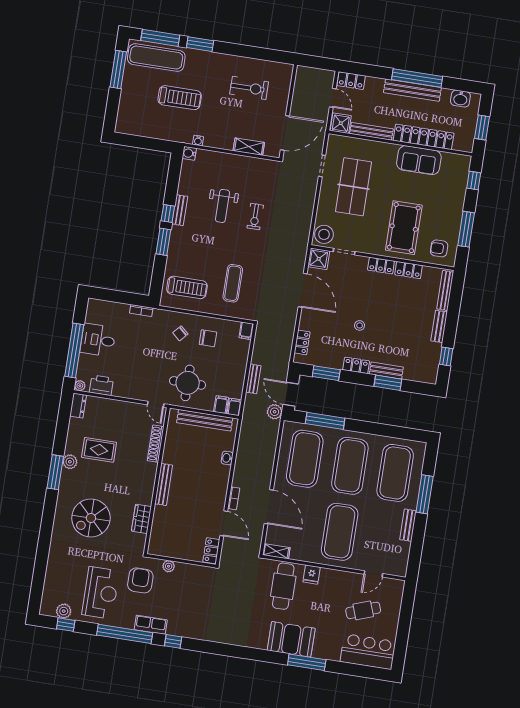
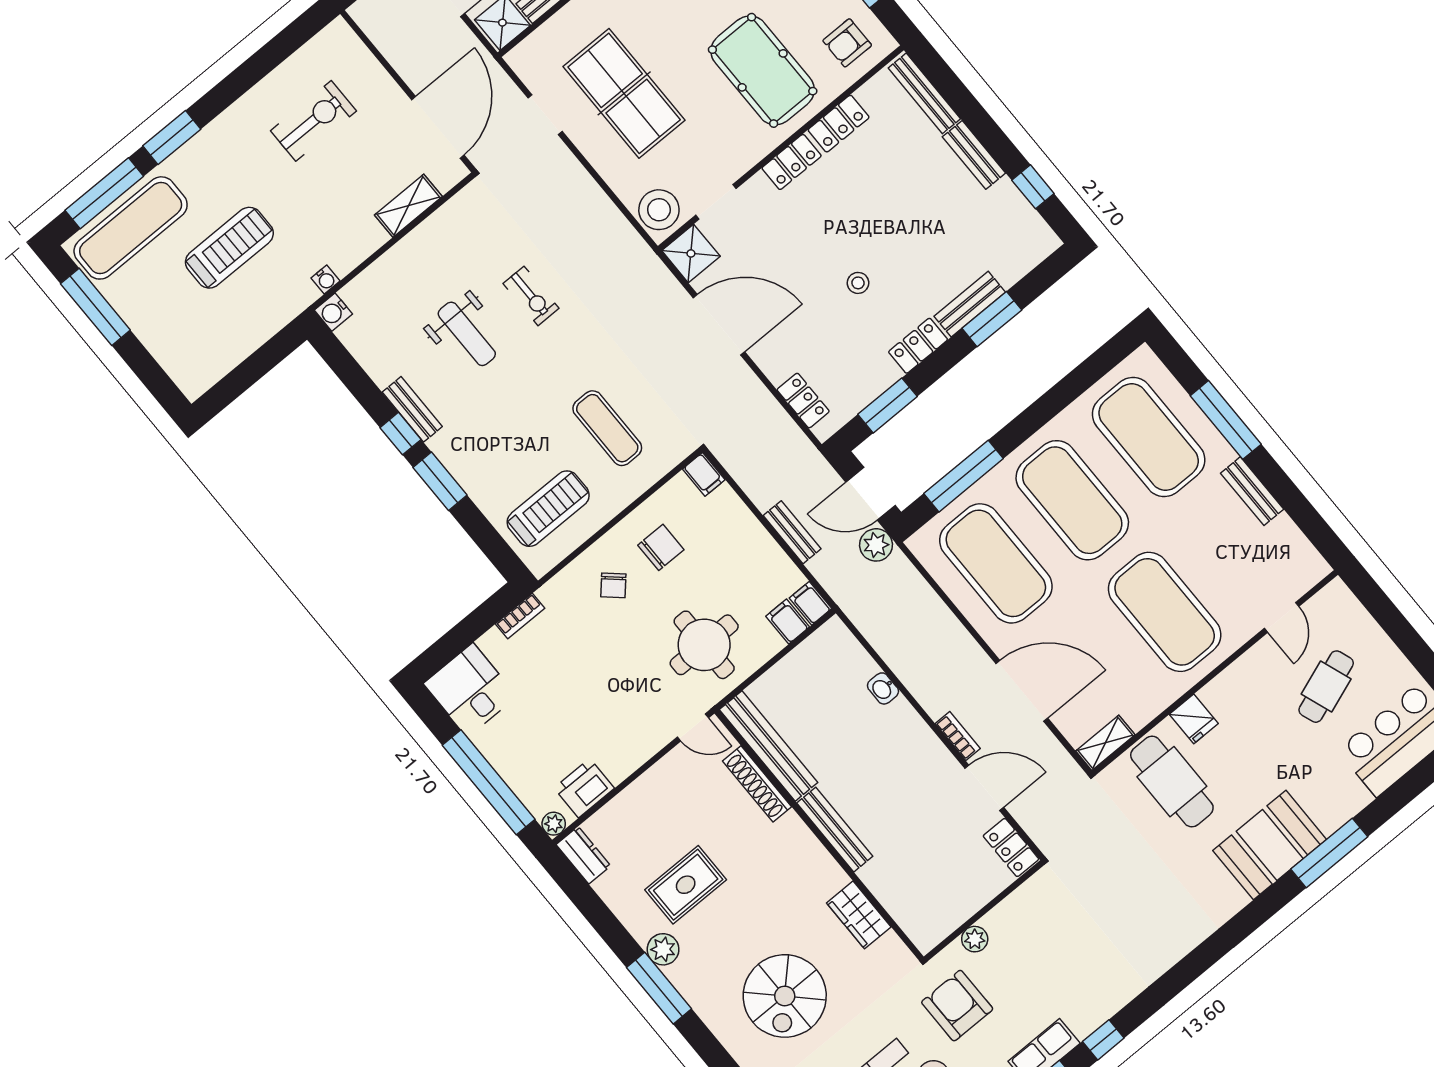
desk: (98, 340) -> (470, 690), moved, turned 90
bench: (205, 420) -> (769, 746), moved, turned 90

